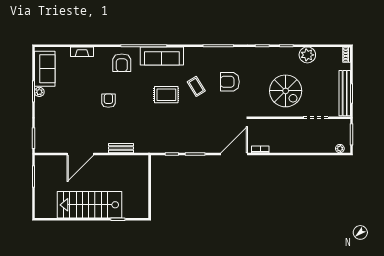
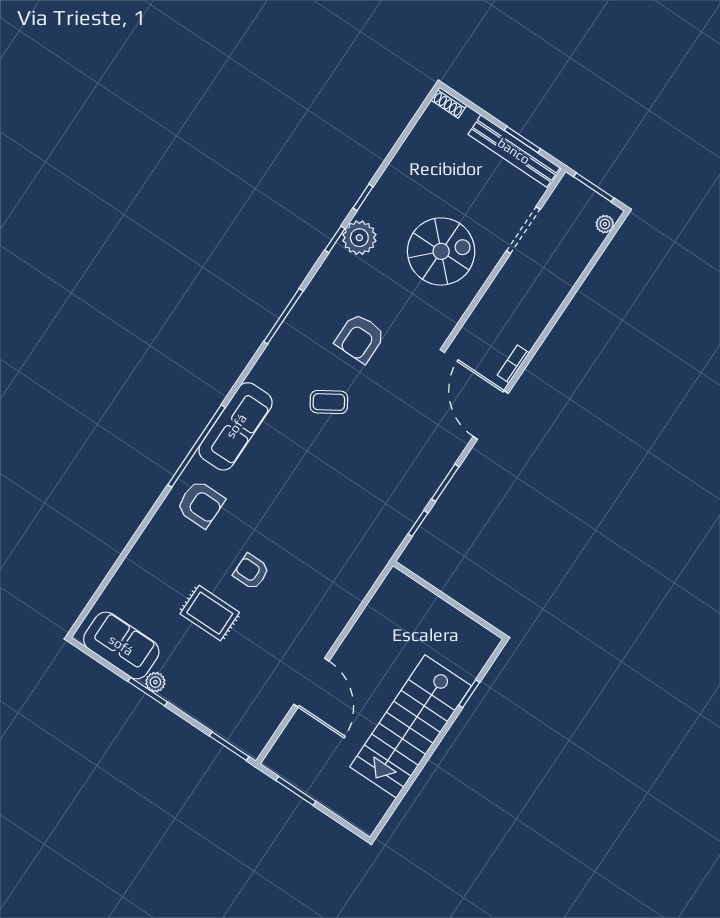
fireplace: (82, 52) -> (135, 561), removed
plant: (307, 55) -> (359, 238), moved
rug: (166, 95) -> (210, 613), moved, turned 90
bench: (121, 148) -> (349, 605), removed

